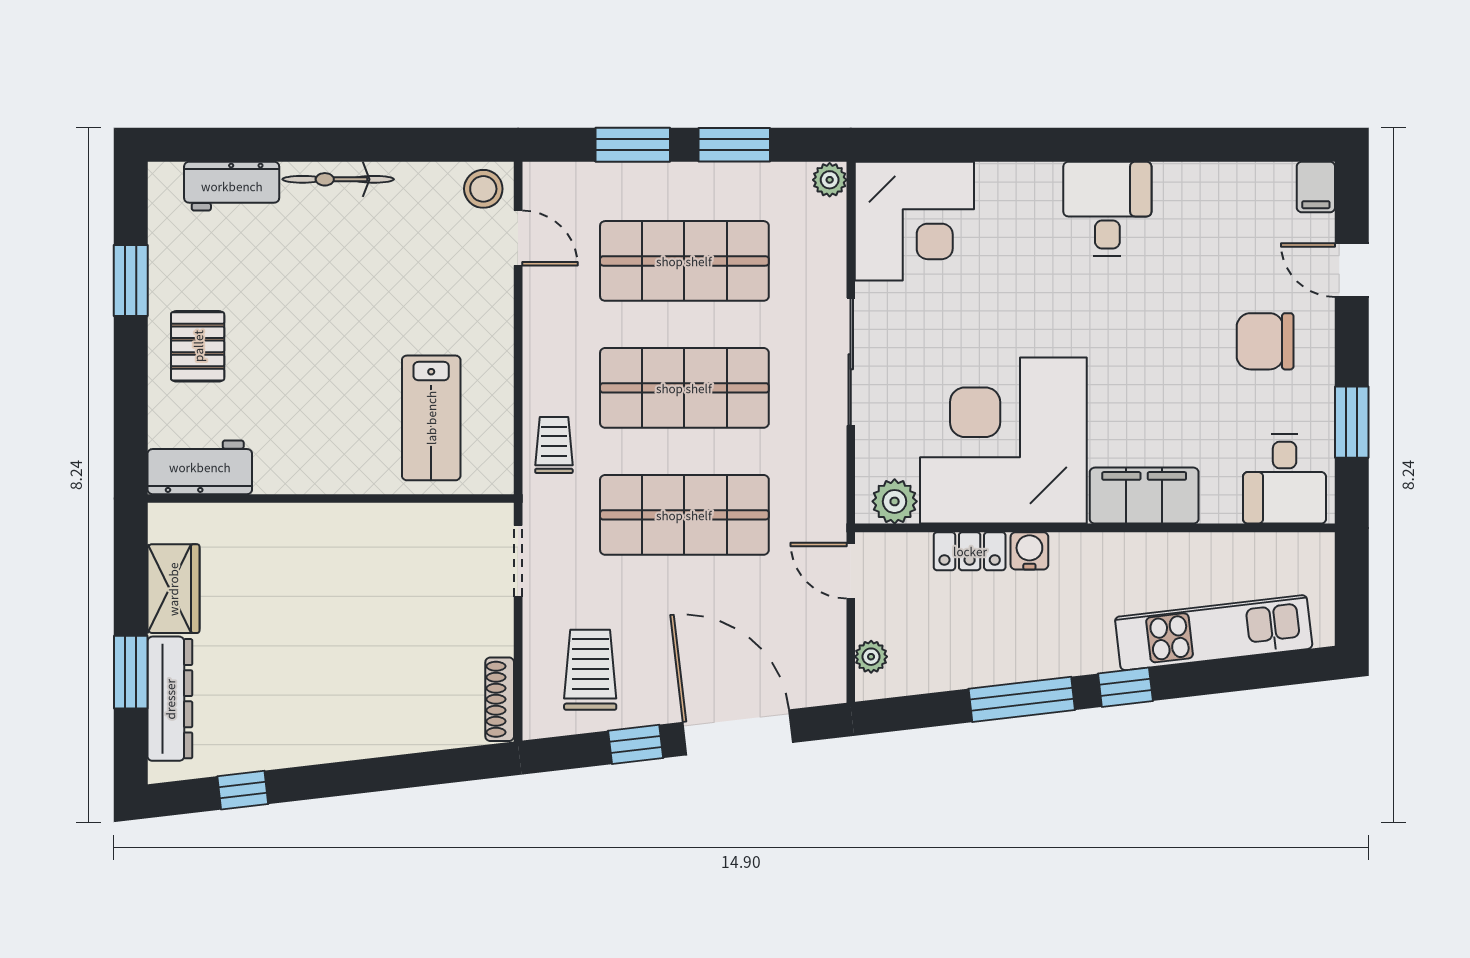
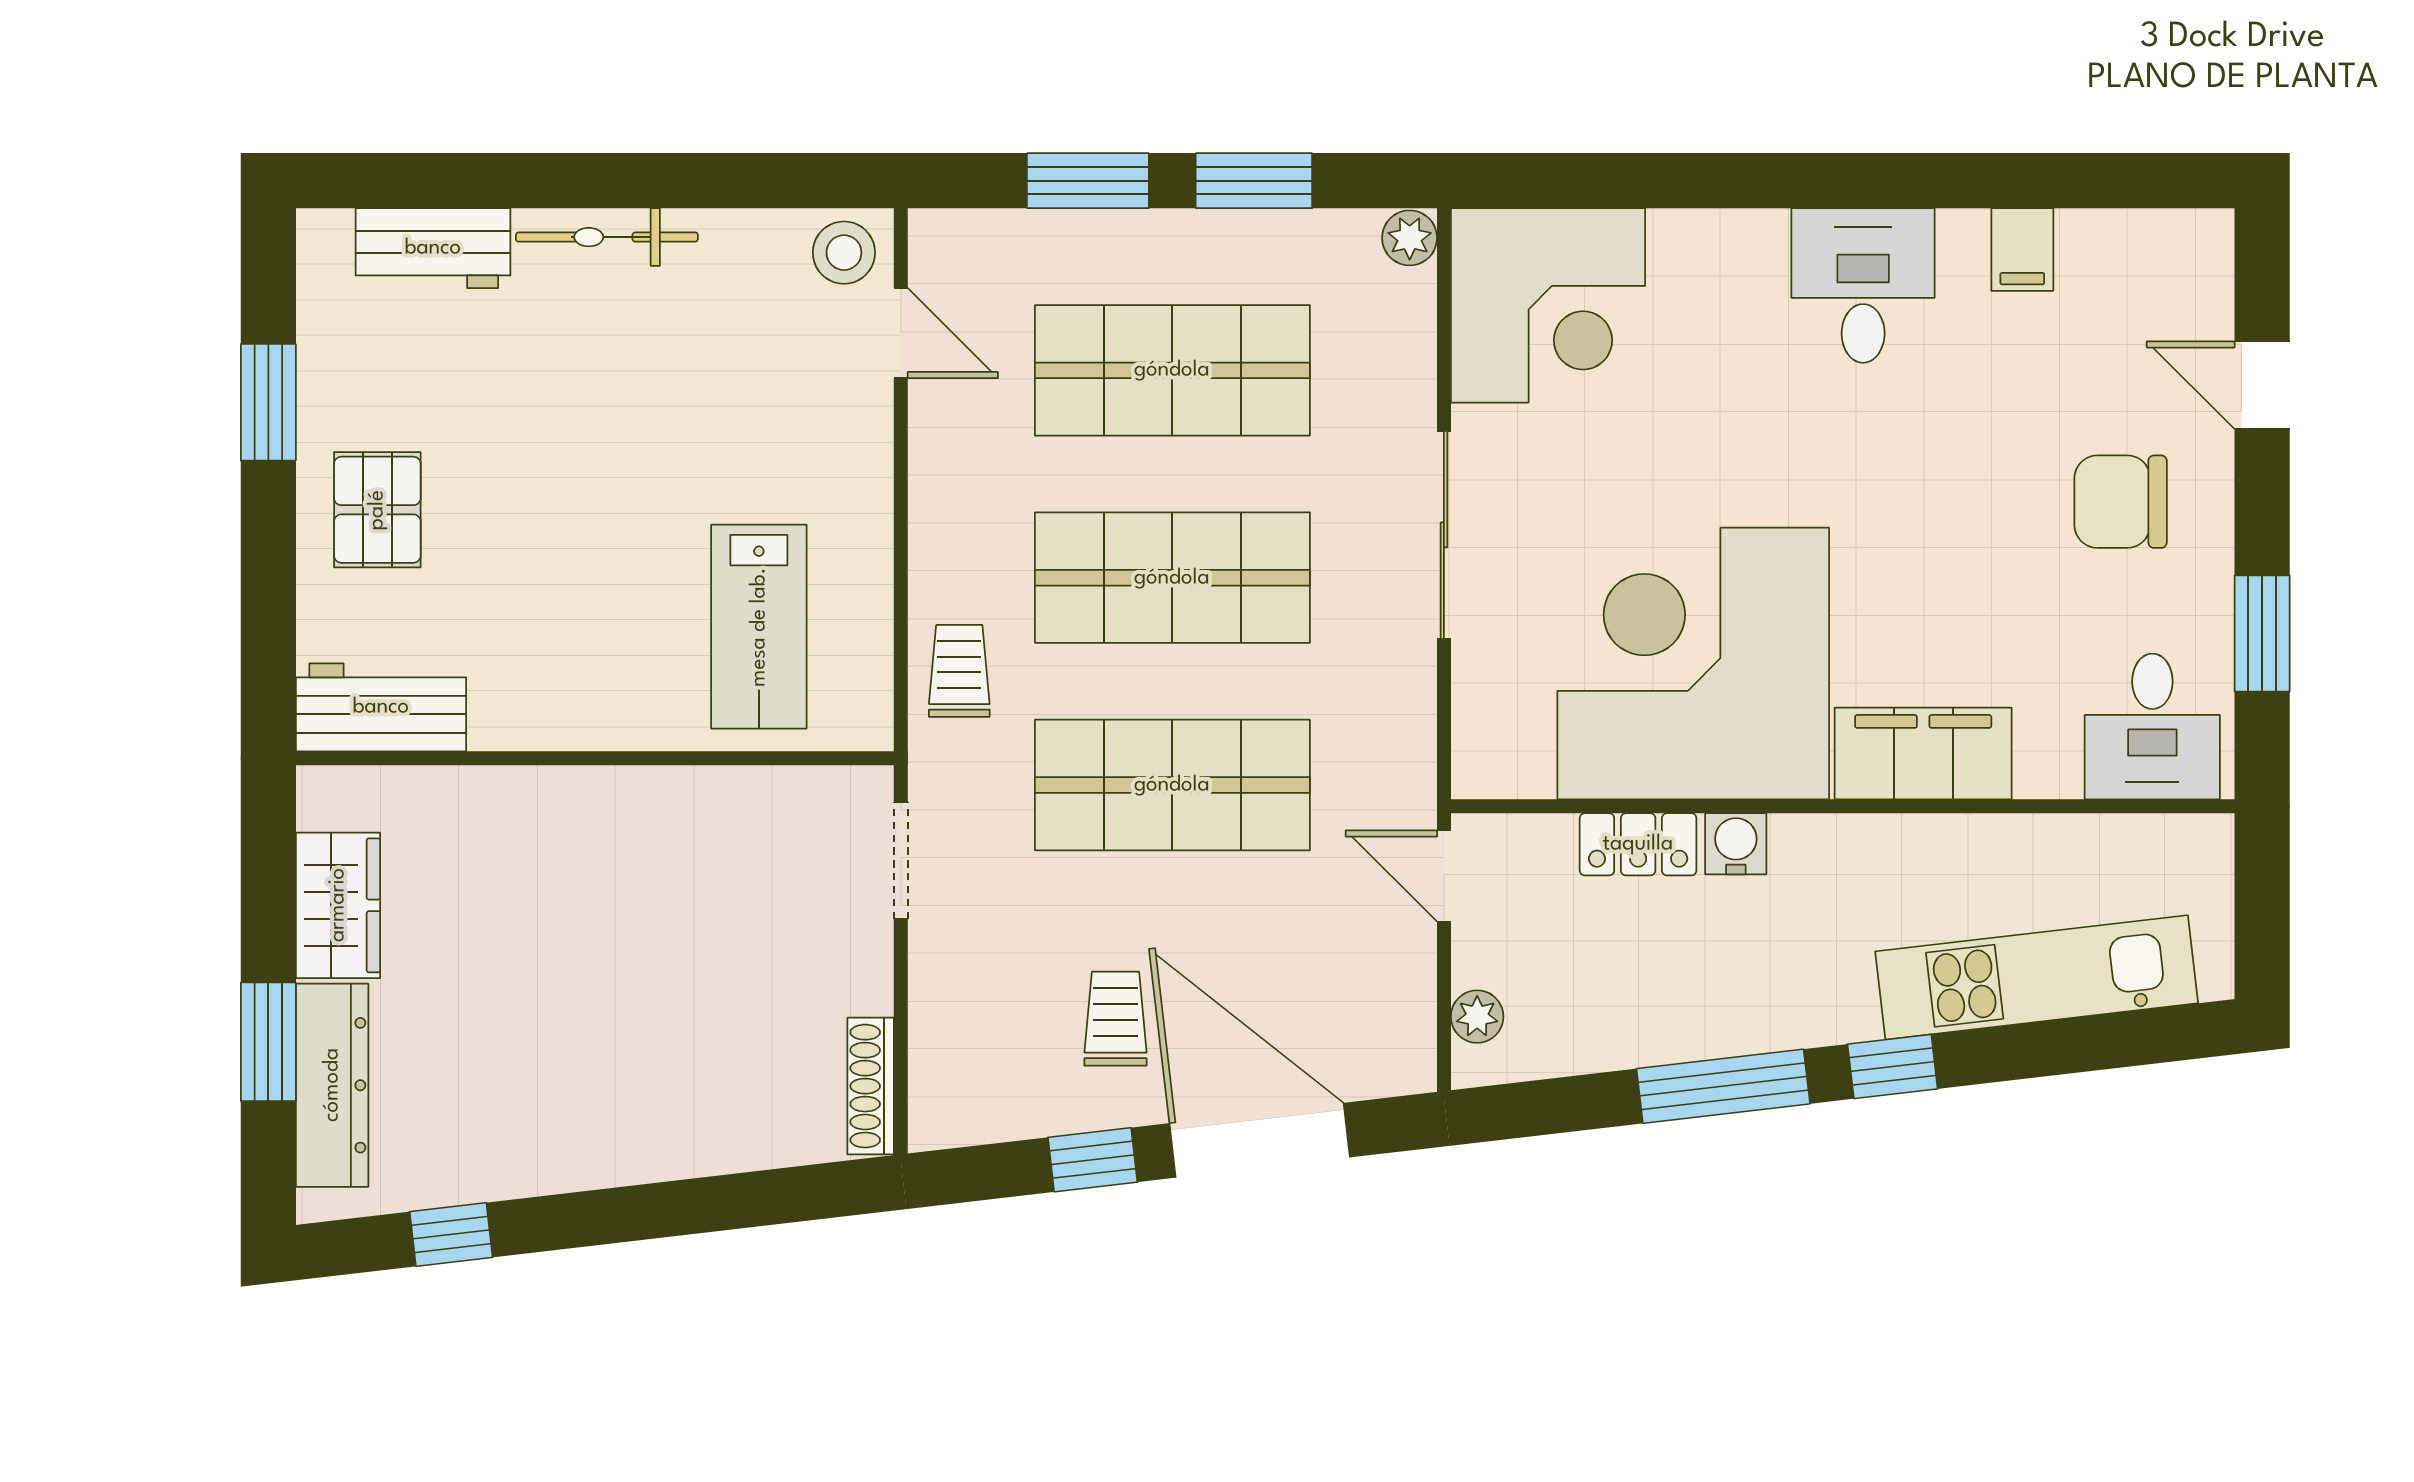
filing cabinet: (1316, 187) -> (2022, 250), moved
plant: (895, 501) -> (1515, 763), removed
trolley: (590, 670) -> (1115, 1019), moved, width x0.73, depth x0.72

